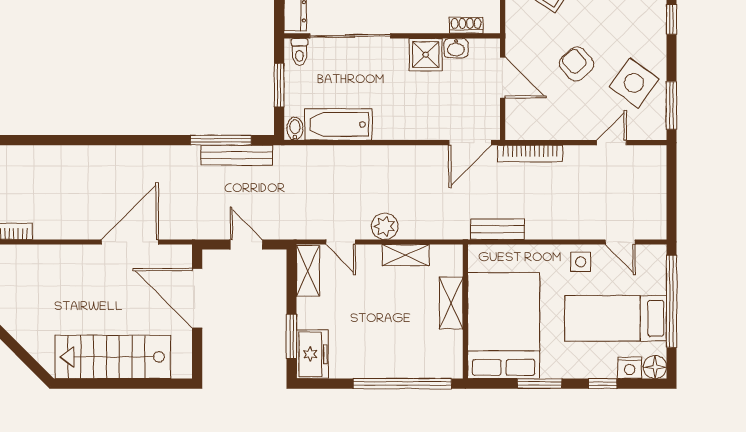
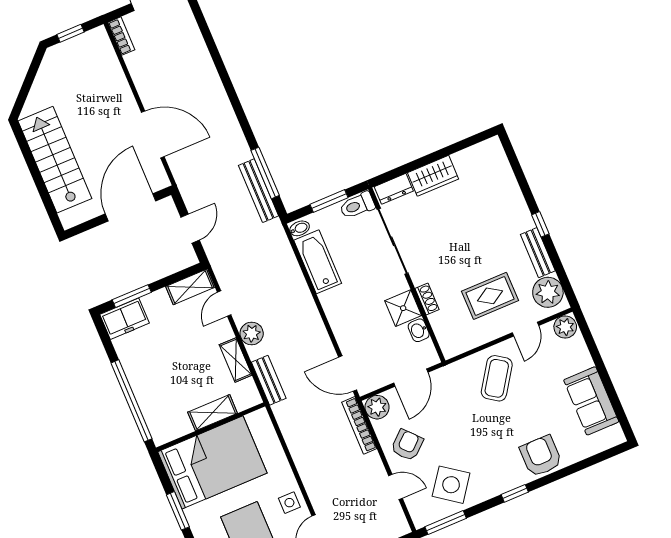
shoe rack: (466, 25) -> (427, 299), moved
toilet: (300, 52) -> (357, 205), width x1.37, depth x1.39
armchair: (577, 64) -> (407, 445), moved
plant: (519, 127) -> (377, 407), added
bench: (498, 229) -> (269, 380), moved

